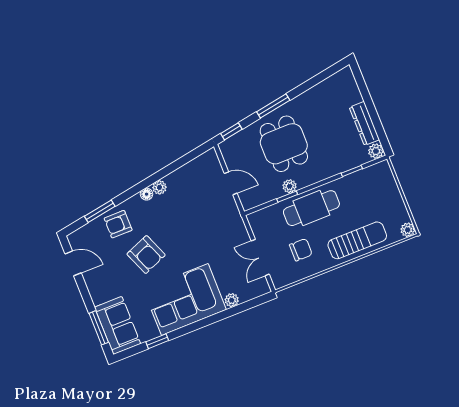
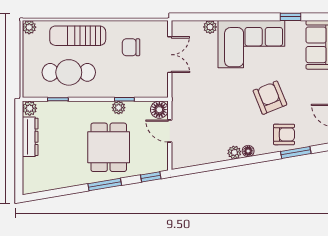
floor lamp: (249, 200) -> (159, 110), added
cafe table: (311, 208) -> (69, 72), moved

